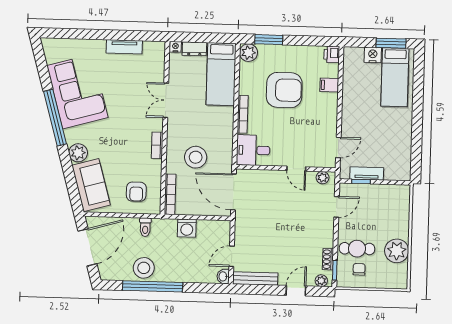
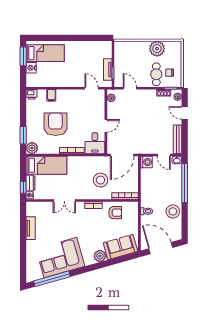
window: (188, 37) -> (23, 187), added
window: (55, 118) -> (52, 279), moved
door: (296, 169) -> (106, 126), moved
armchair: (136, 192) -> (115, 213), moved
washing machine: (187, 228) -> (146, 162), moved
window: (153, 286) -> (185, 183), moved

